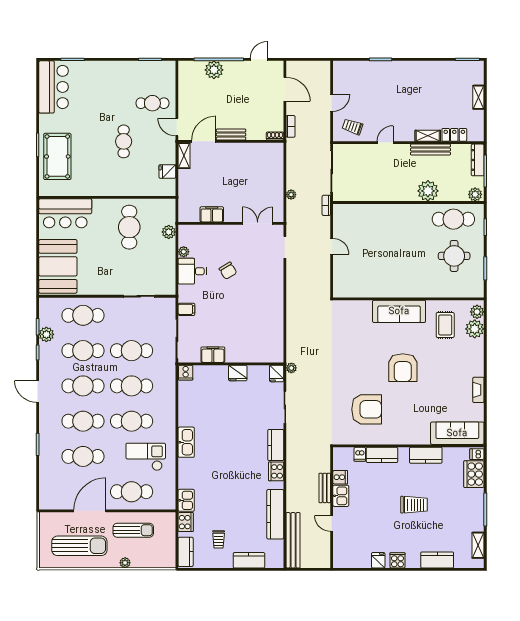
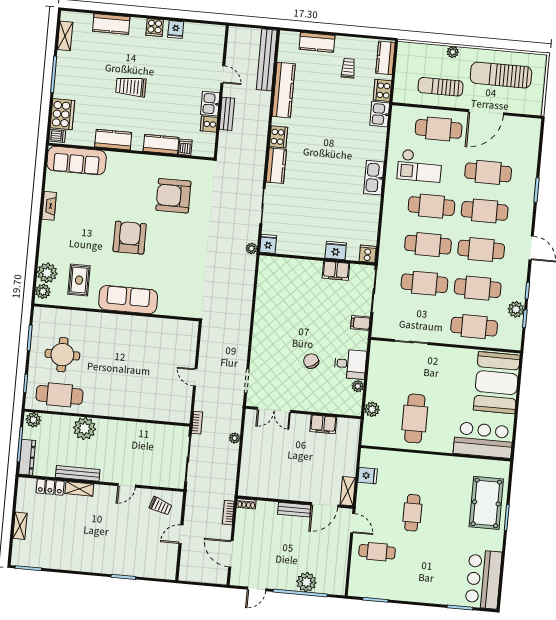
fridge: (238, 373) -> (336, 251), moved

